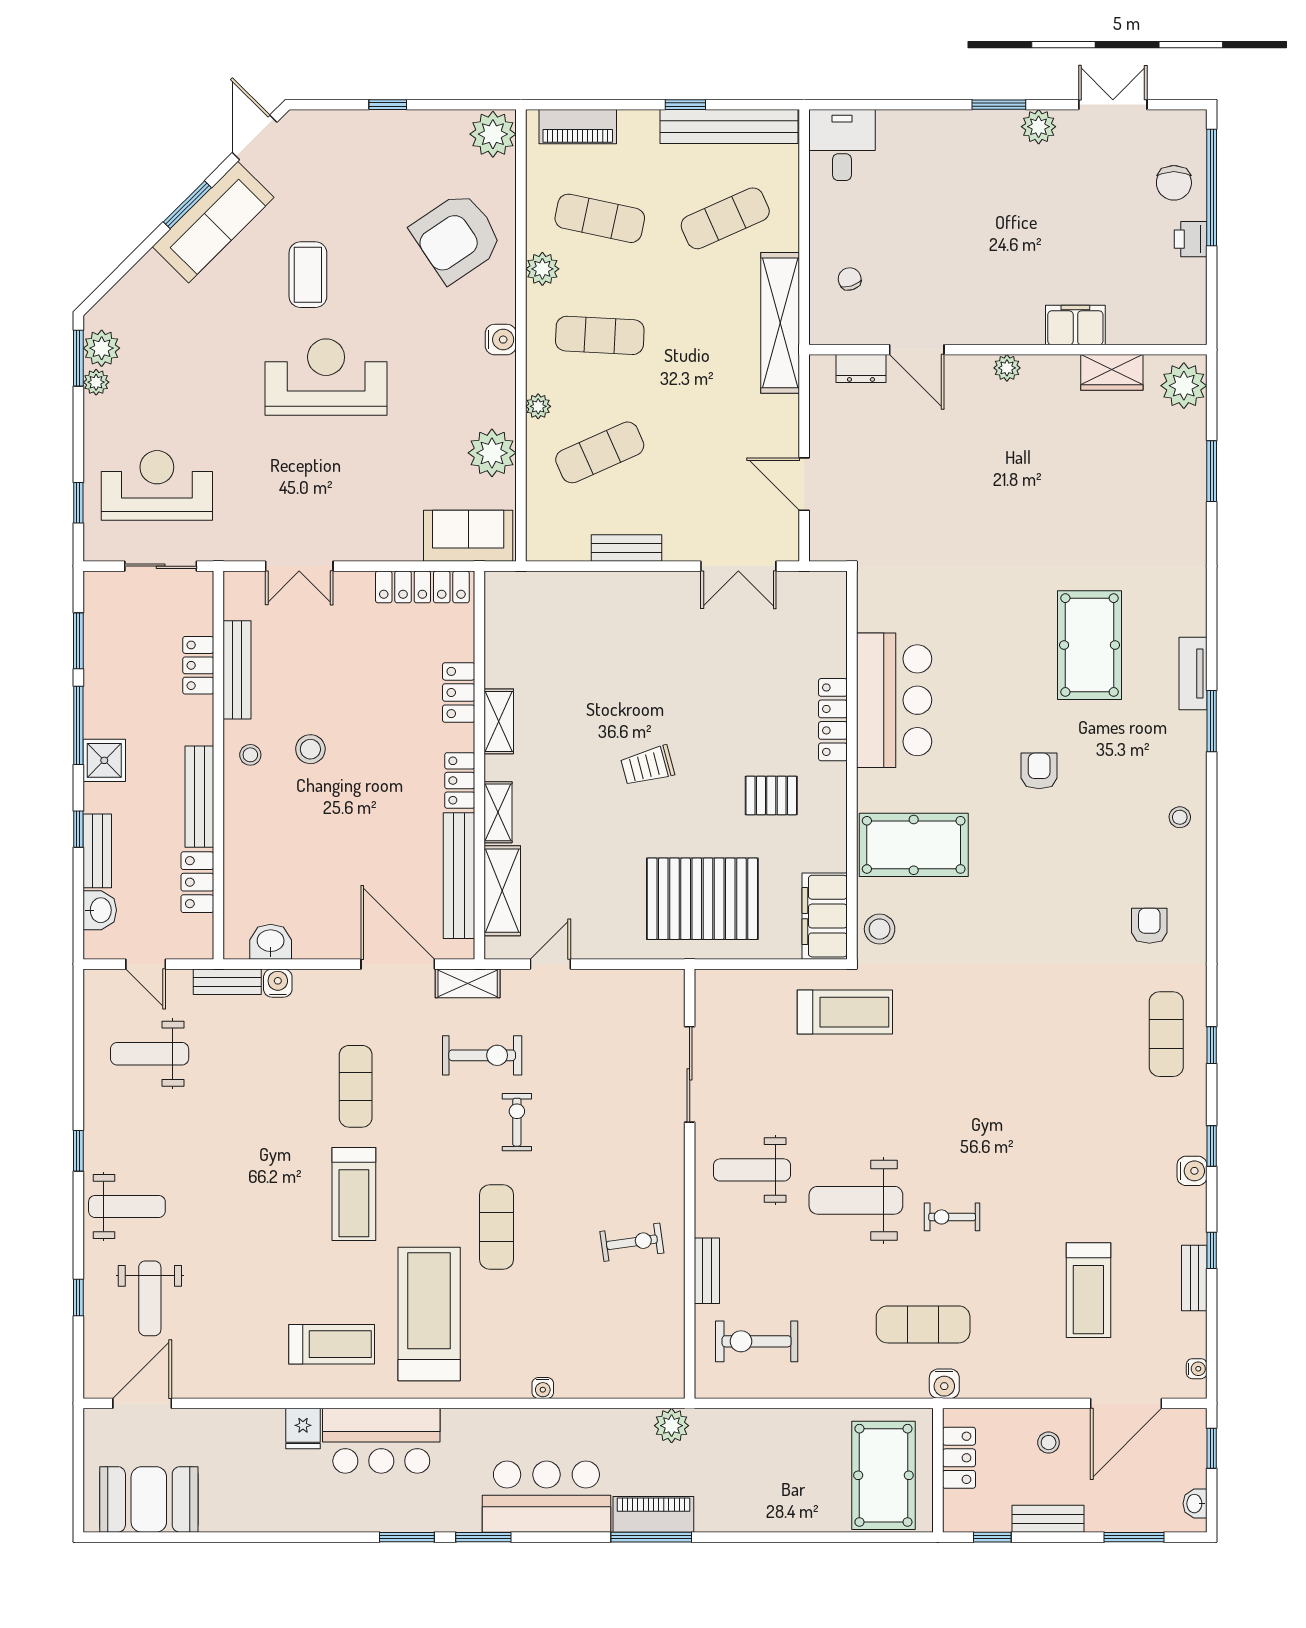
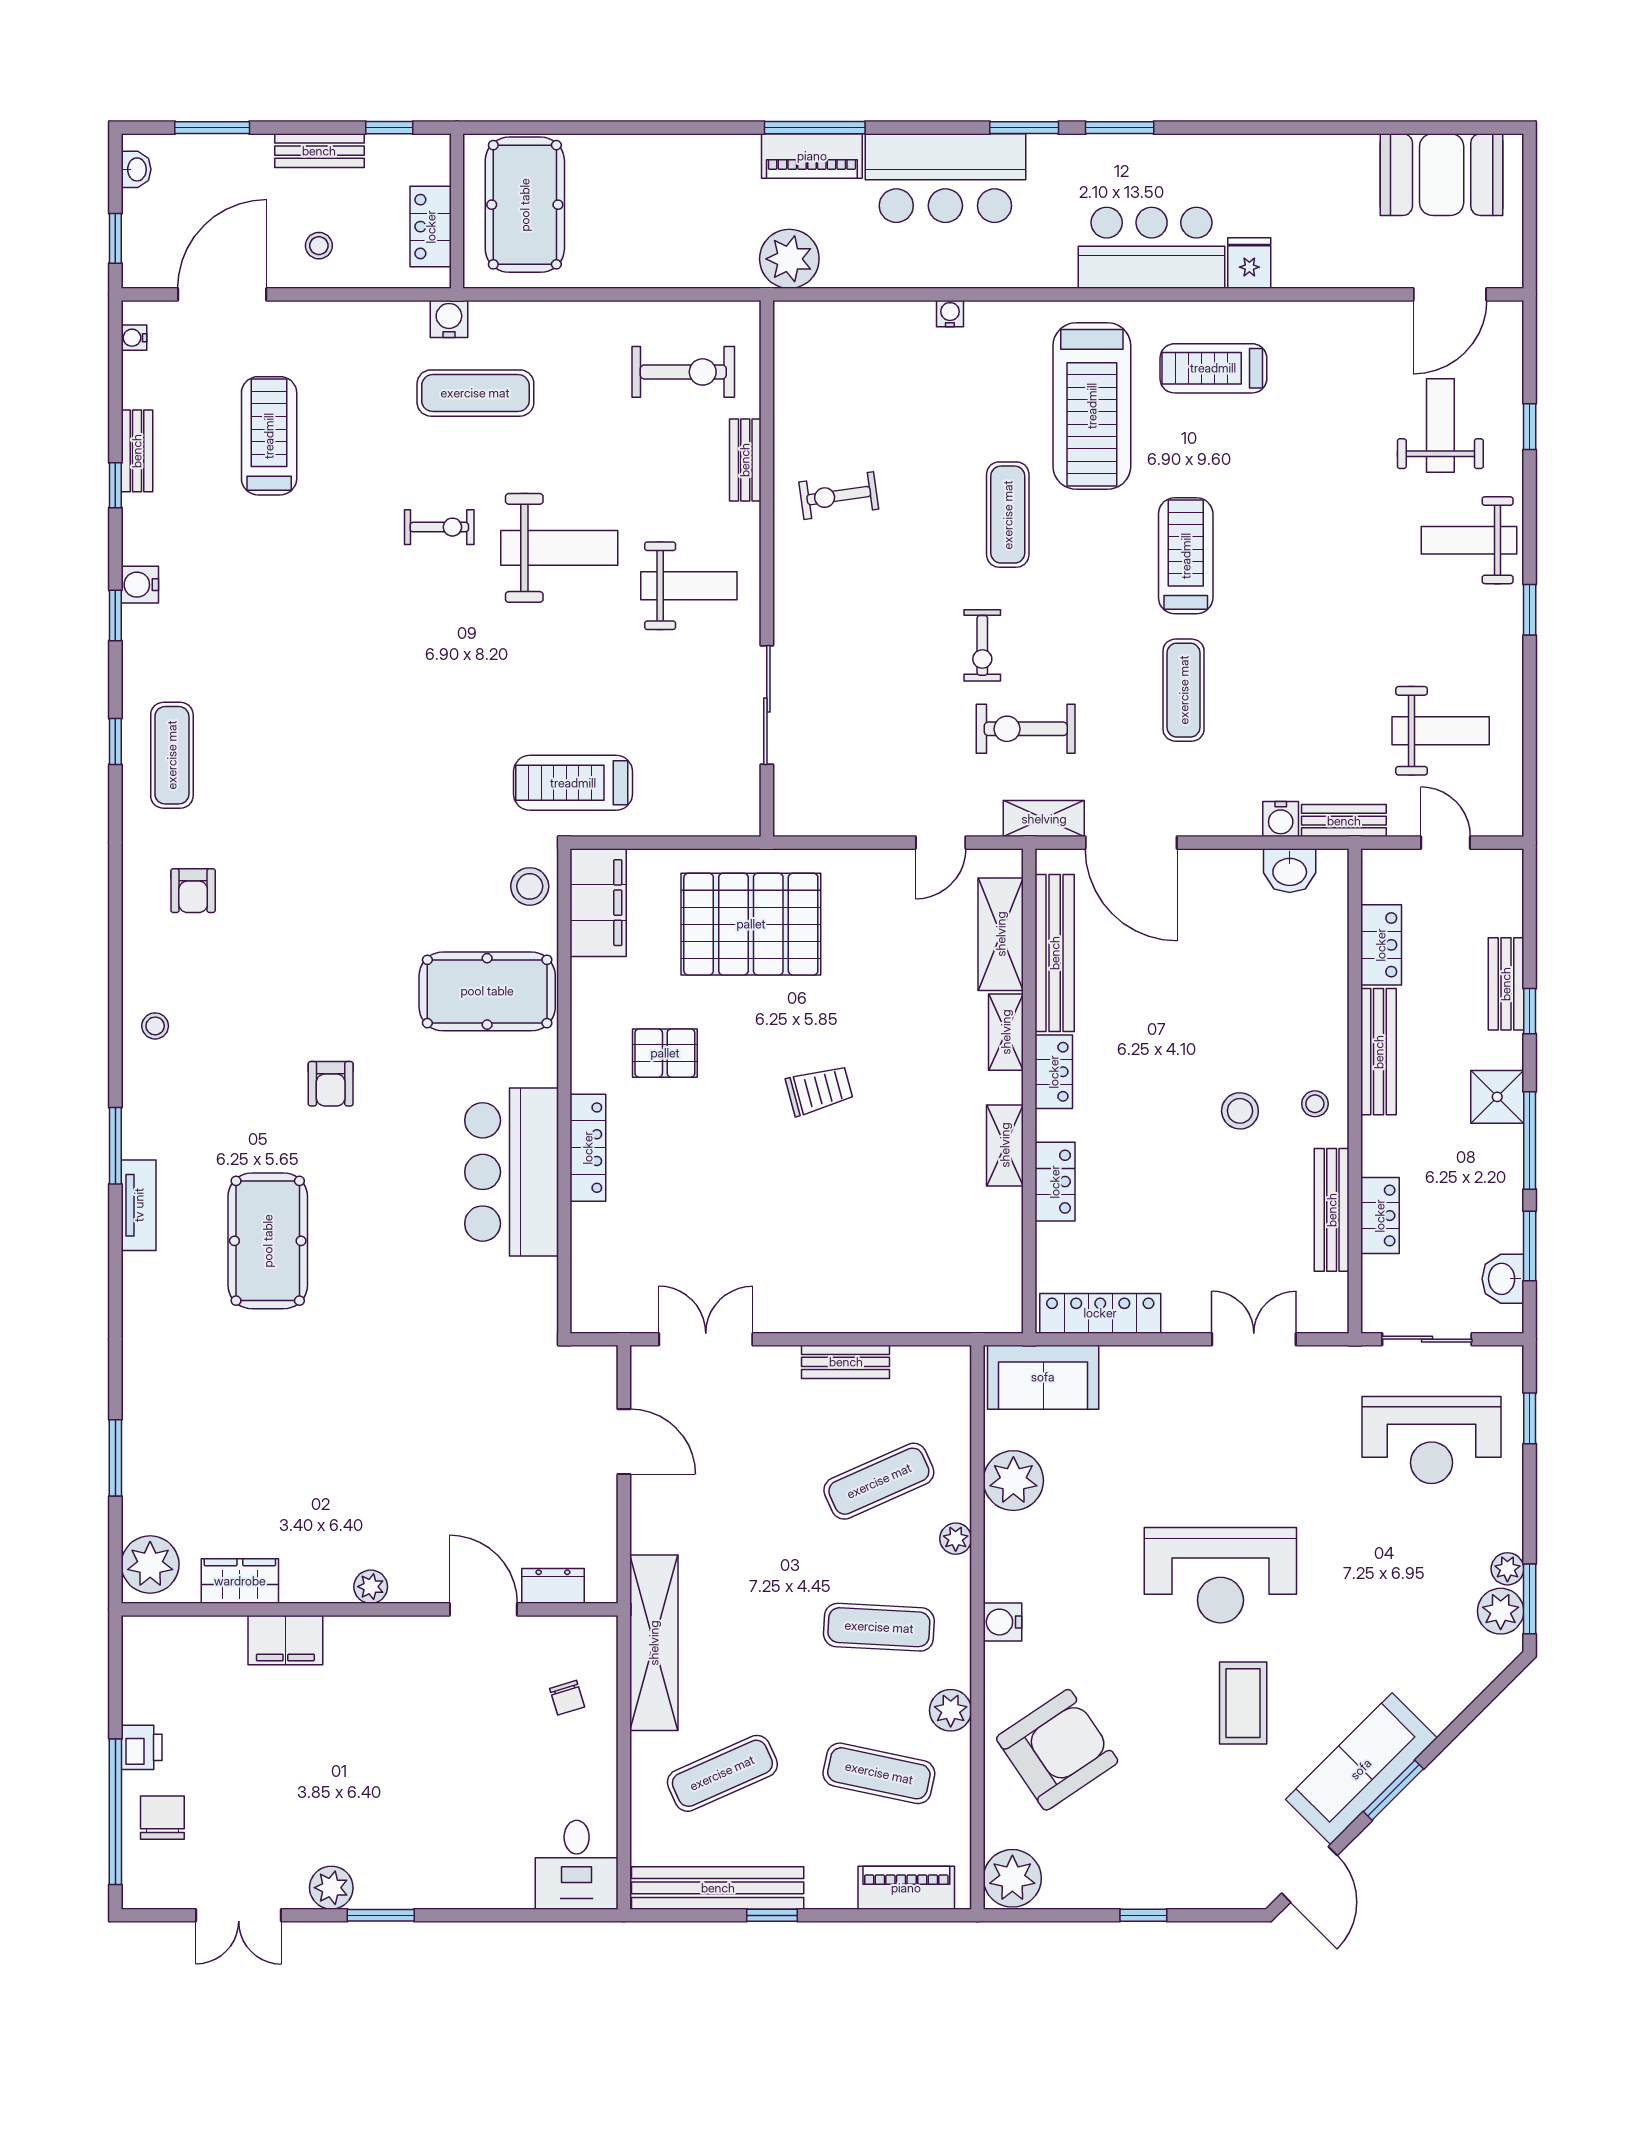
washbasin: (100, 910) -> (1503, 1279), moved
plant: (672, 1426) -> (789, 259), width x1.36, depth x1.36

